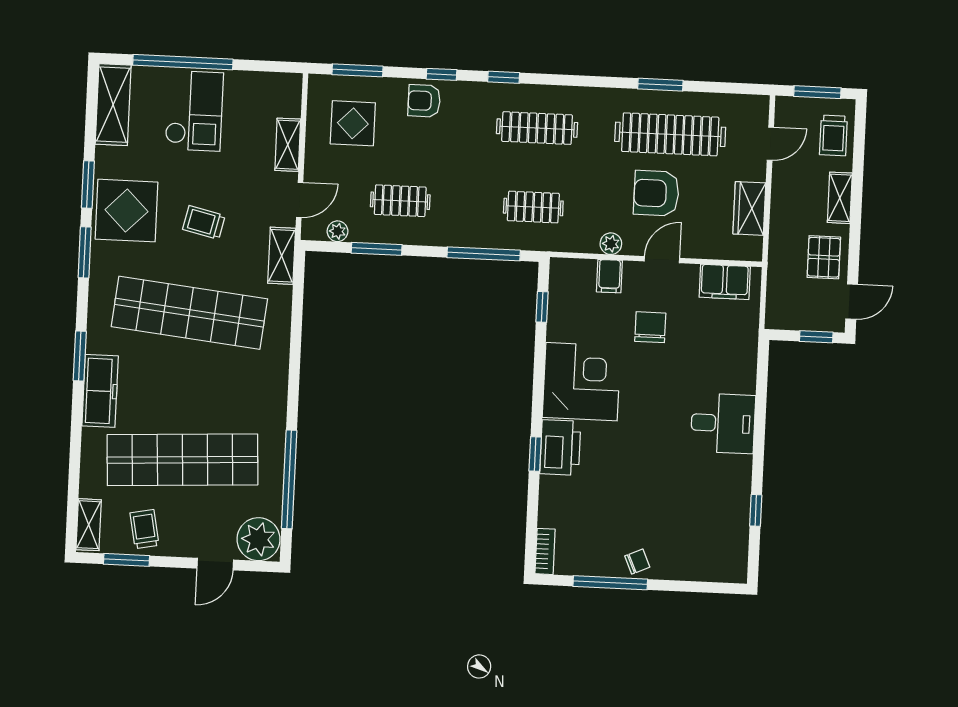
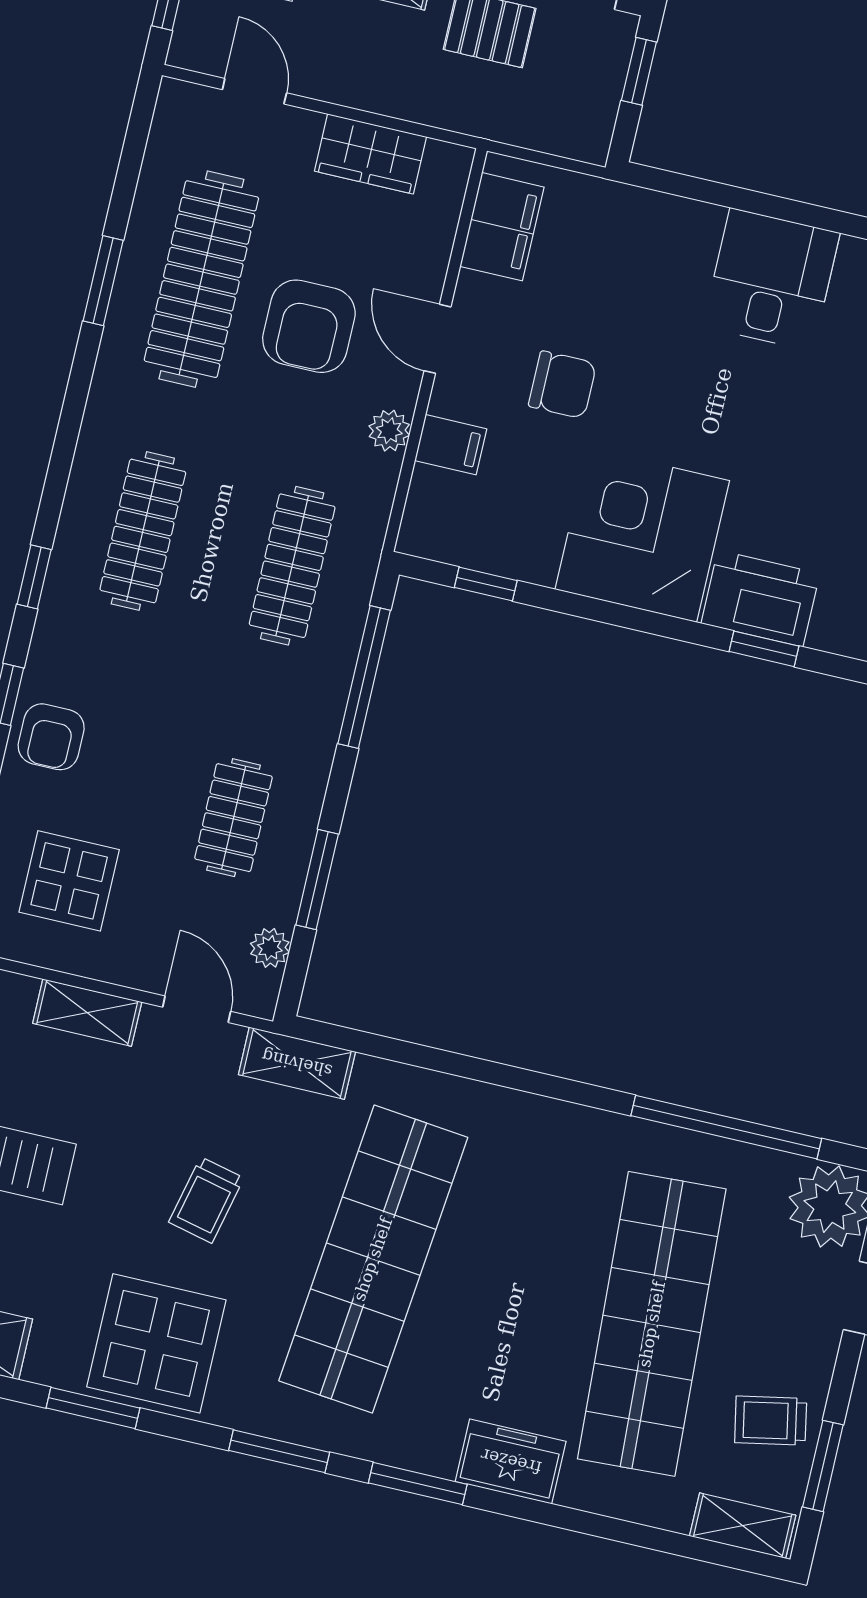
clothes rail: (533, 207) -> (292, 566), width x1.36
window: (85, 252) -> (279, 1451), moved
chair: (650, 327) -> (562, 385), turned 180
freezer: (100, 391) -> (511, 1461), width x0.71

